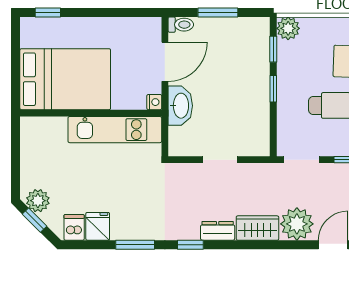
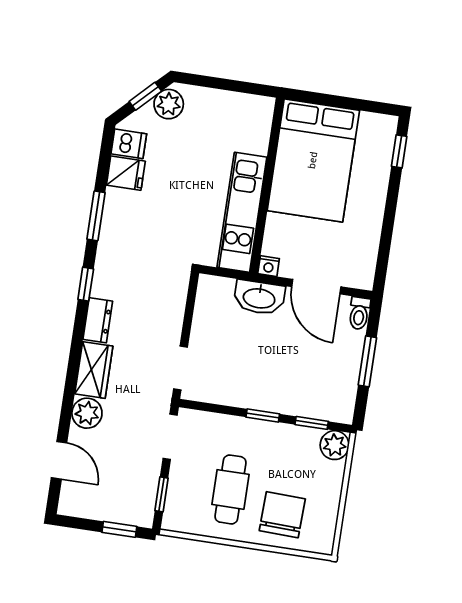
doorway: (220, 160) -> (181, 368), moved
plant: (297, 224) -> (87, 413), width x0.73, depth x0.73

